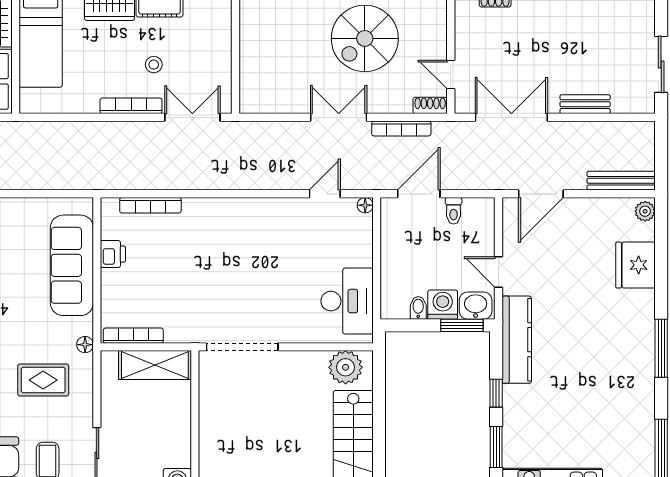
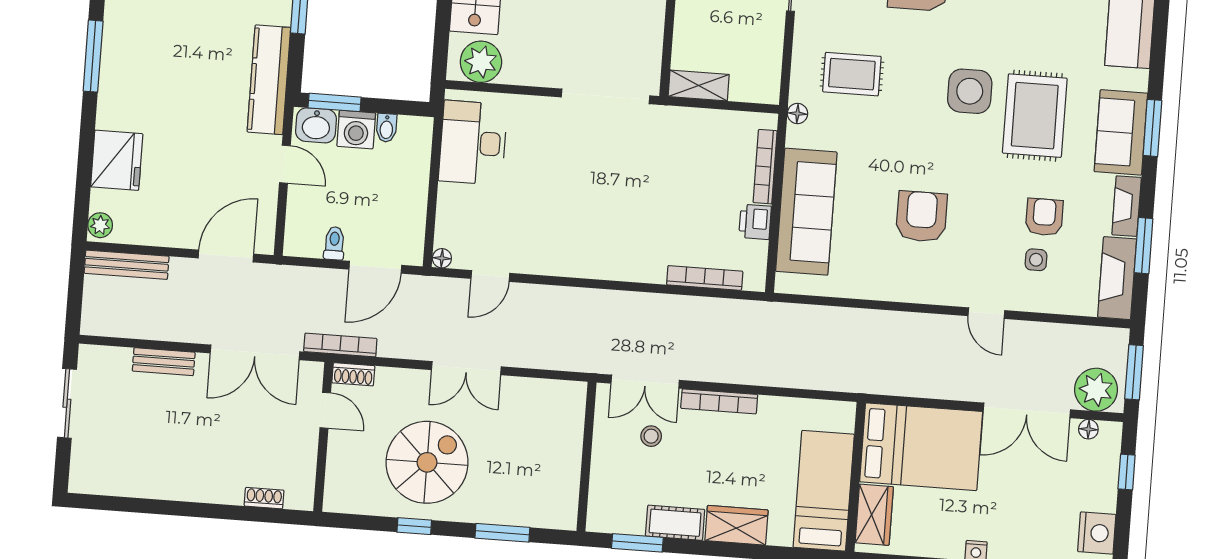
stool: (154, 65) -> (651, 436), moved
bookcase: (401, 128) -> (340, 345), moved
bookcase: (133, 336) -> (765, 167), moved, turned 90
shelving: (155, 365) -> (699, 85), width x0.67, depth x0.75

